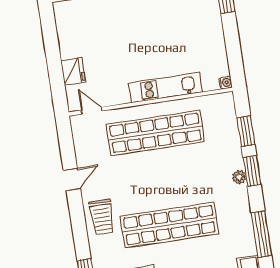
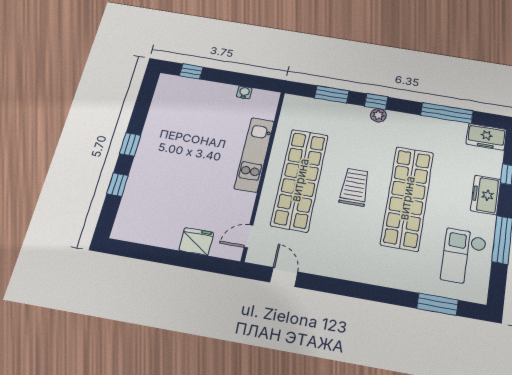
water cooler: (226, 83) -> (244, 92), moved
window: (252, 171) -> (376, 102), width x0.67
door: (72, 179) -> (284, 277), moved
trolley: (102, 217) -> (354, 187), moved, turned -90

